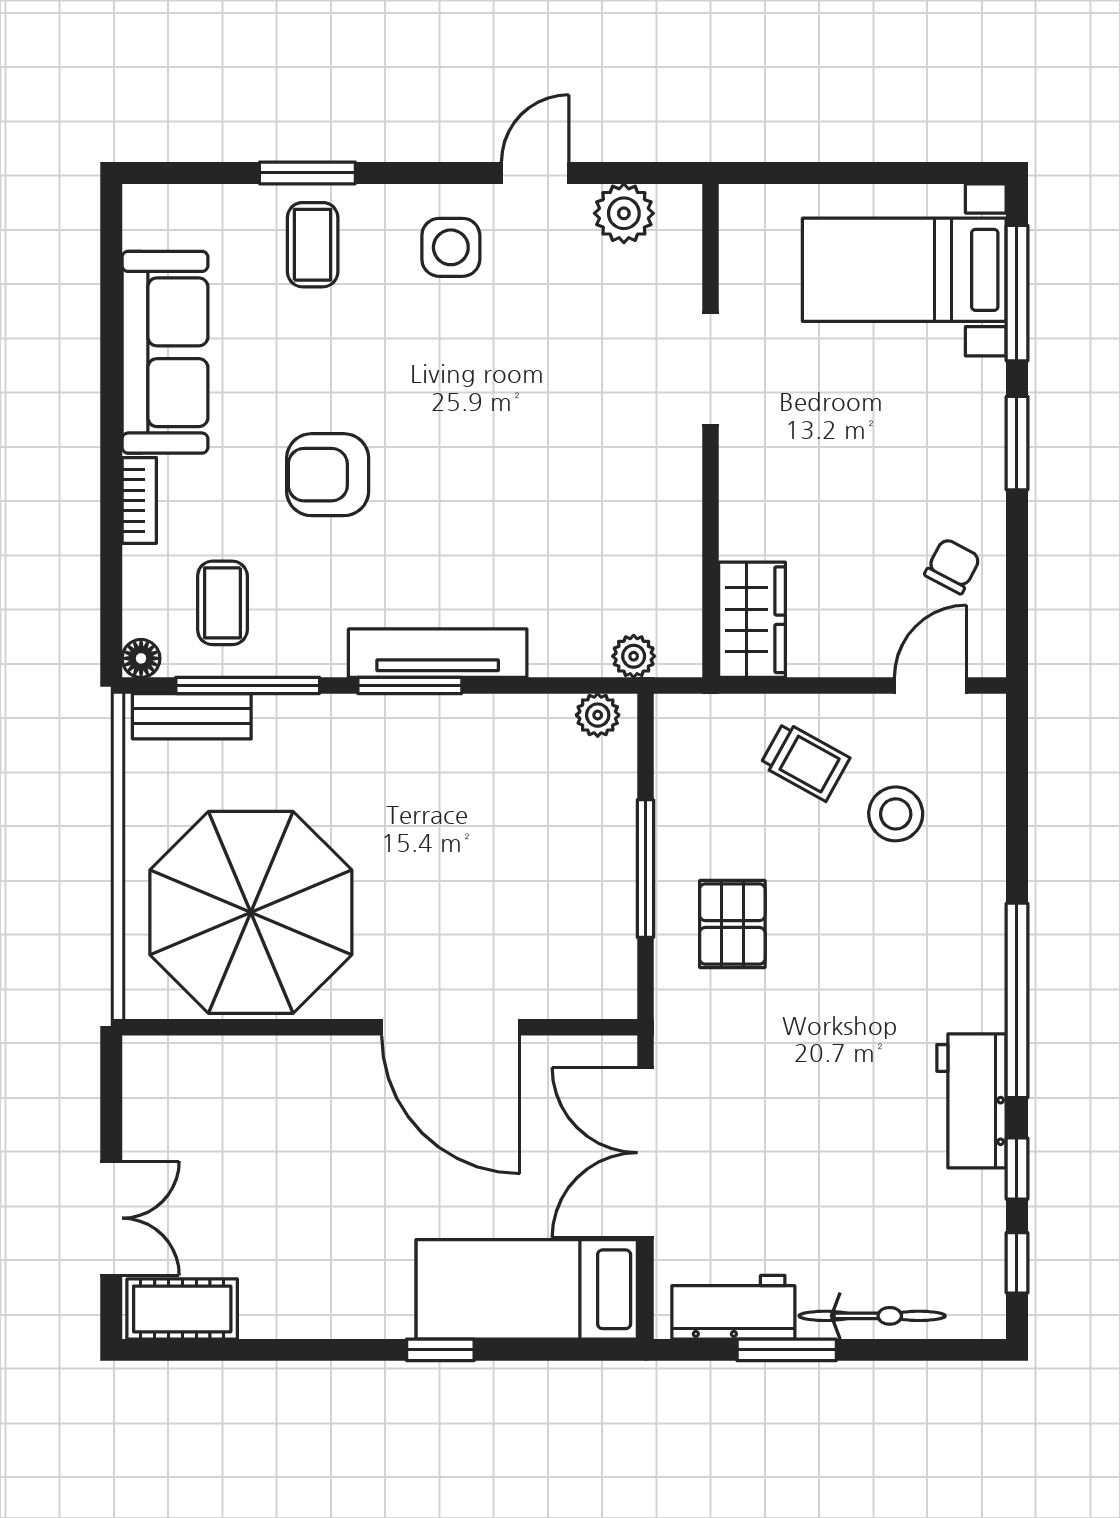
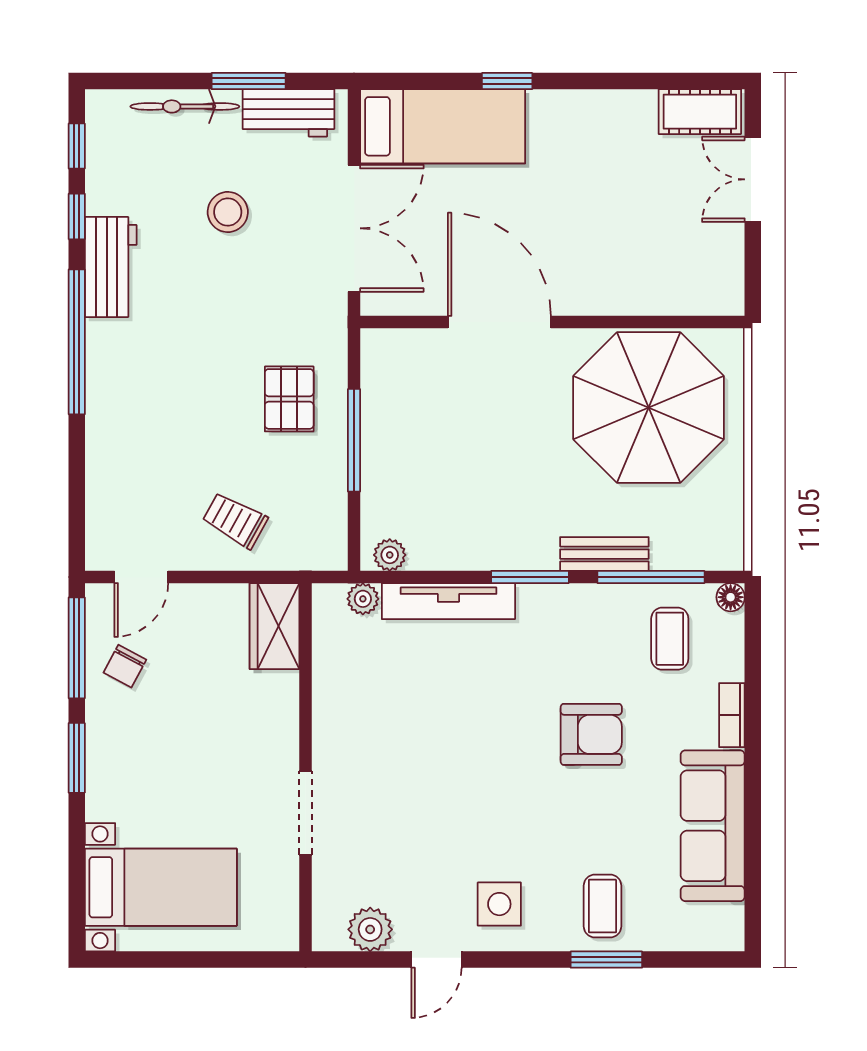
window: (1017, 293) -> (77, 648), moved
tv unit: (438, 653) -> (448, 601), moved
bench: (192, 716) -> (604, 554), moved
stool: (896, 814) -> (228, 212), moved

